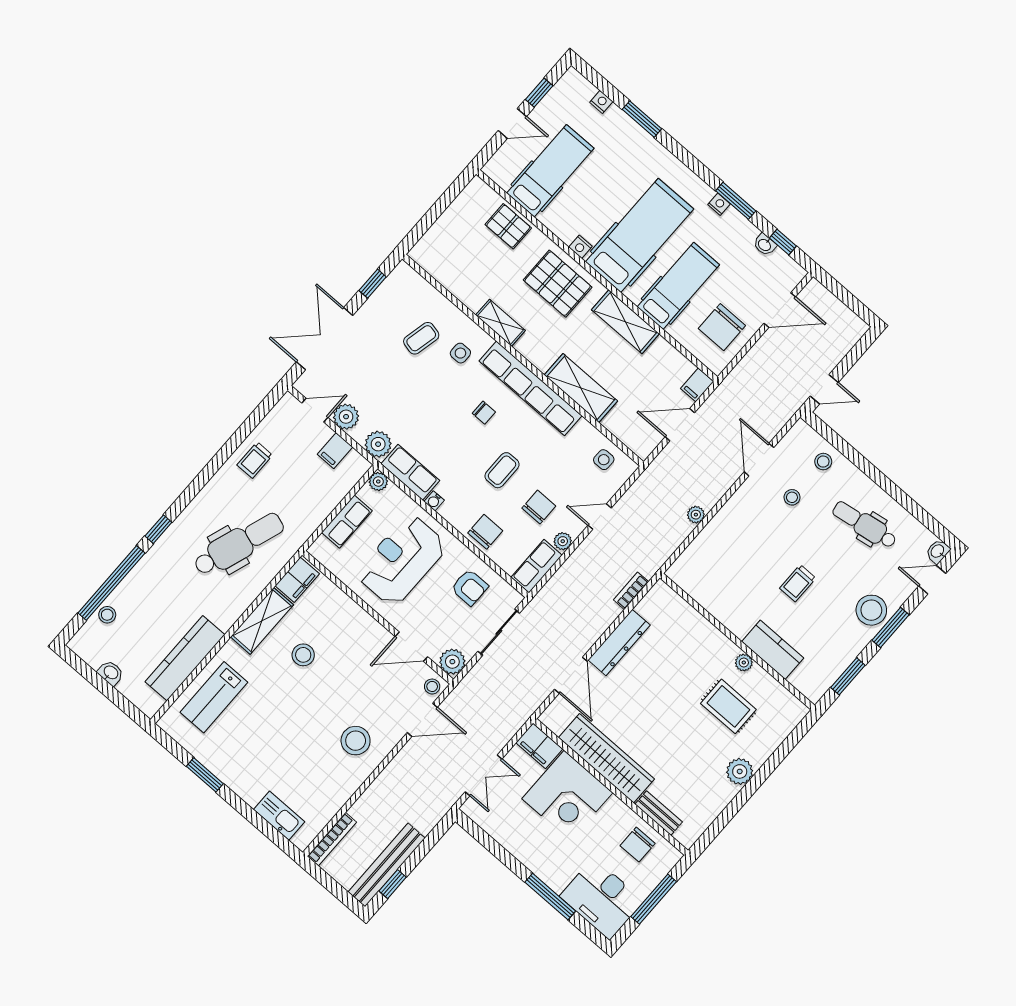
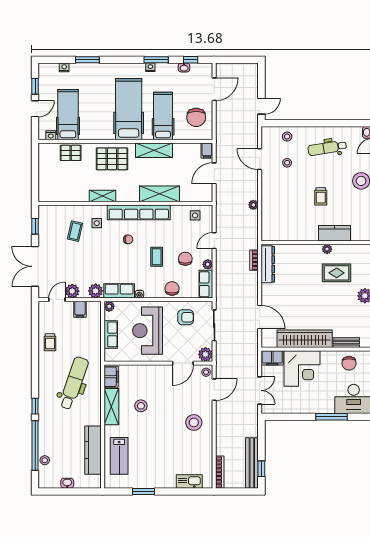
nightstand: (580, 247) -> (51, 135), moved
dresser: (619, 642) -> (268, 264), moved

